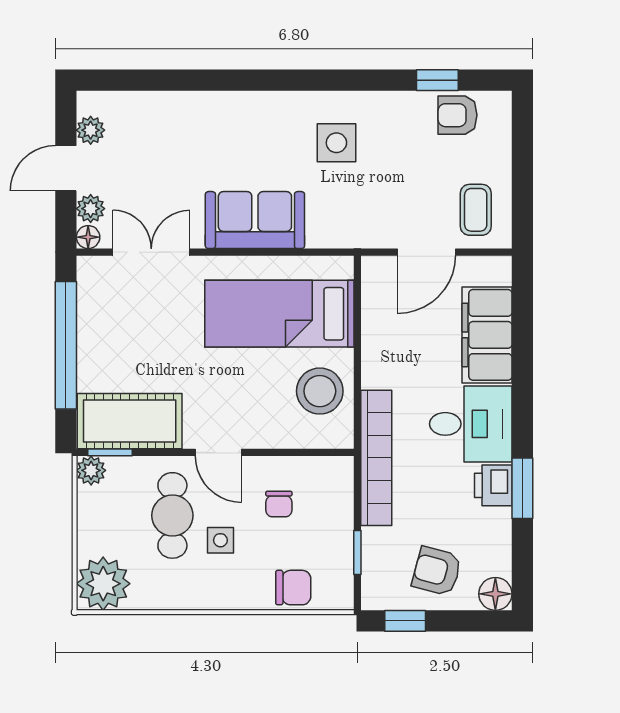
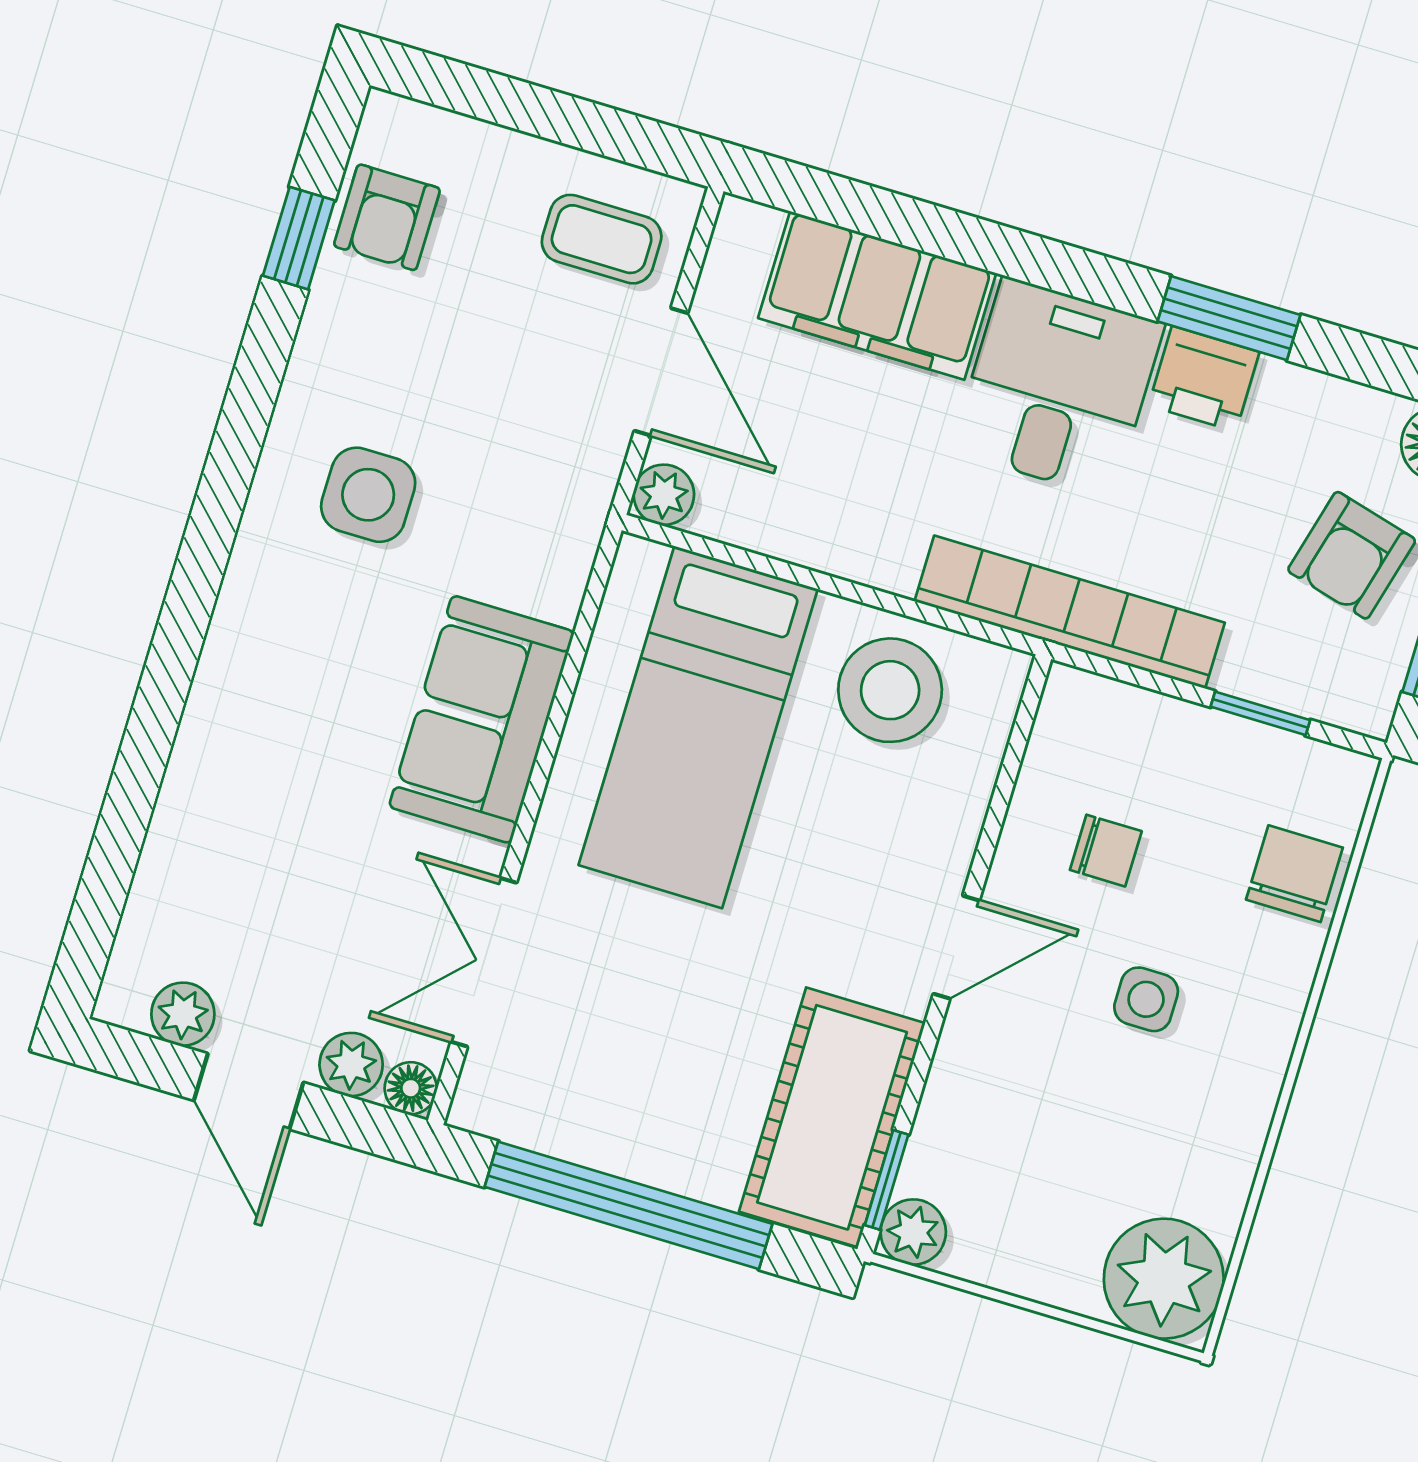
plant: (374, 269) -> (664, 495), added
cafe table: (172, 515) -> (1062, 1086), removed

